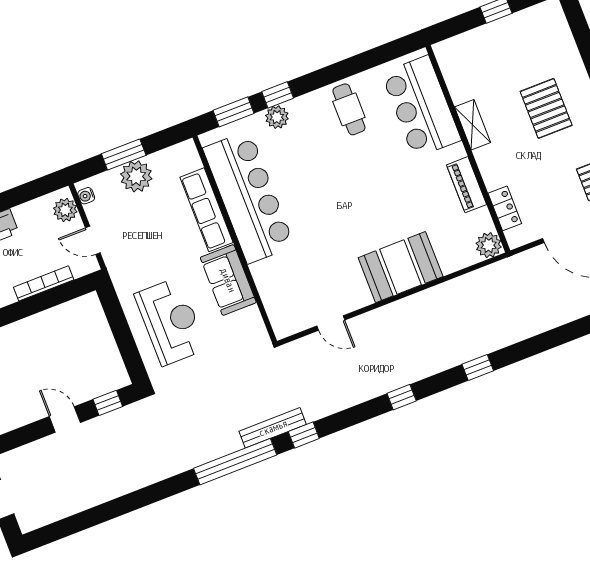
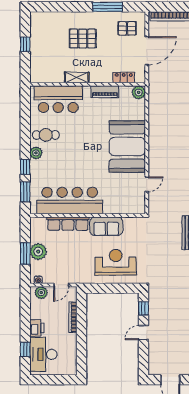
plant: (277, 117) -> (36, 153), moved
booth: (401, 267) -> (127, 147), width x1.36, depth x1.42

